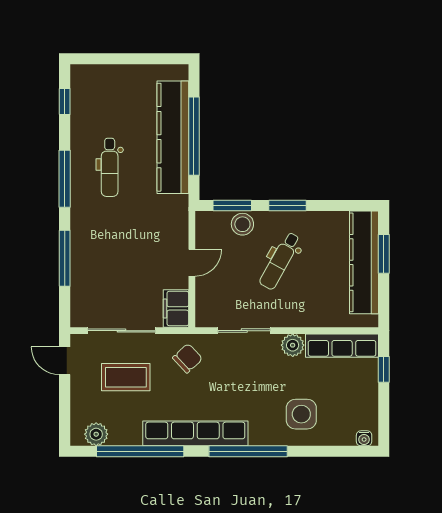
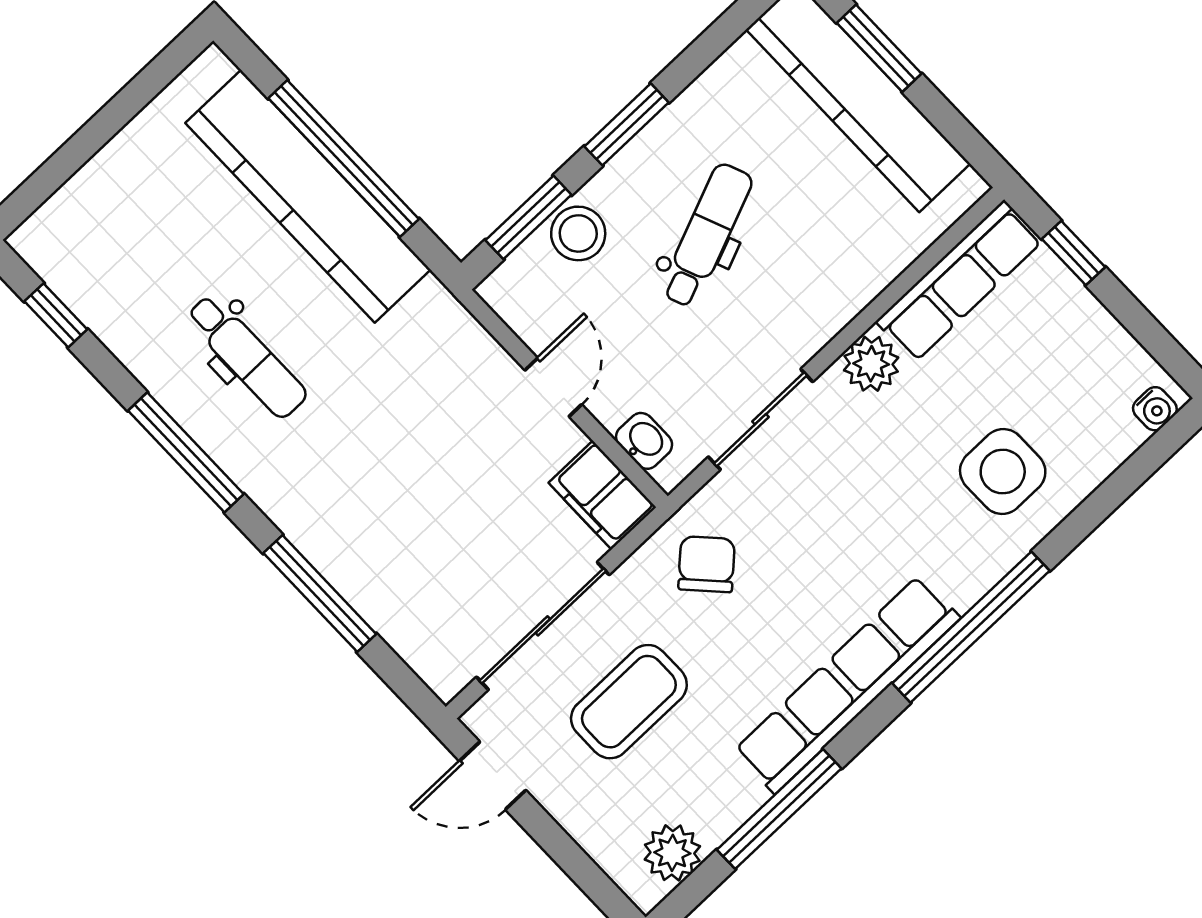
dental chair: (280, 261) -> (707, 235), turned -141
washbasin: (204, 304) -> (644, 441), added
window: (140, 451) -> (779, 809), width x0.68

